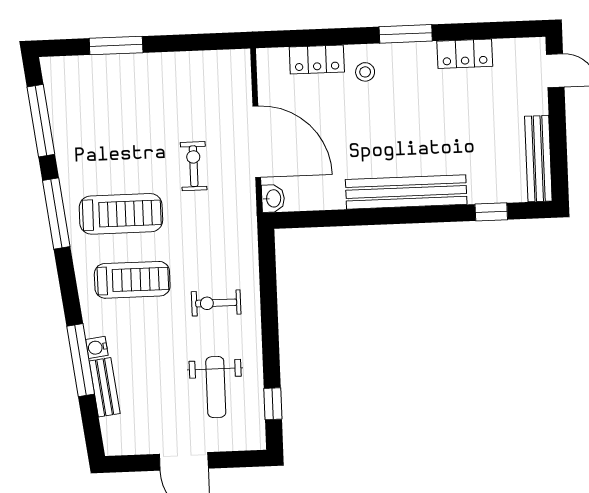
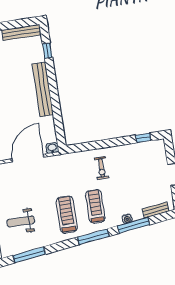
exercise bike: (194, 166) -> (42, 185), removed
window: (56, 214) -> (93, 237), moved
bench: (105, 387) -> (156, 210), moved
weight bench: (216, 387) -> (21, 221), moved, turned 180

